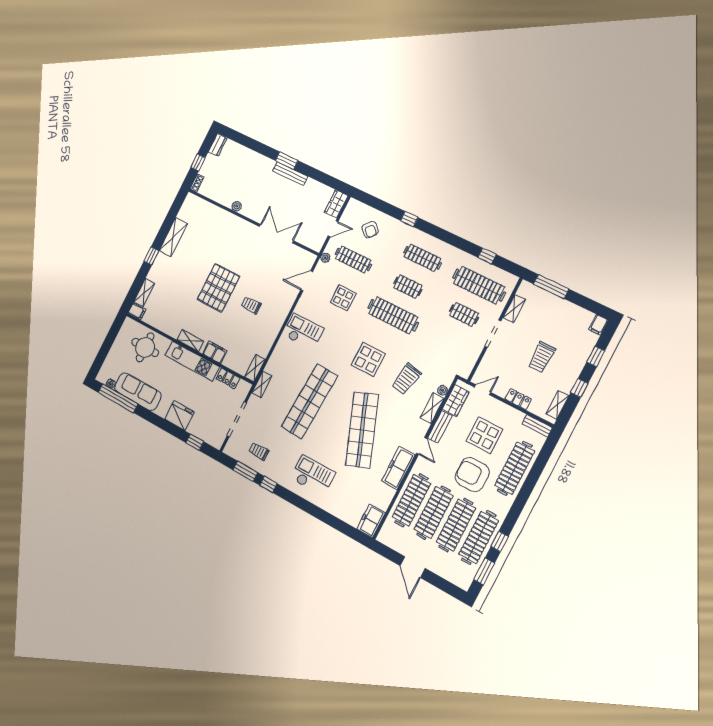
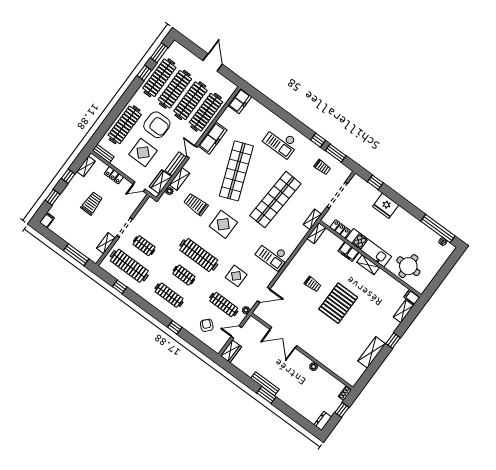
trolley: (406, 379) -> (196, 204), turned -101
sofa: (138, 392) -> (419, 231), removed

